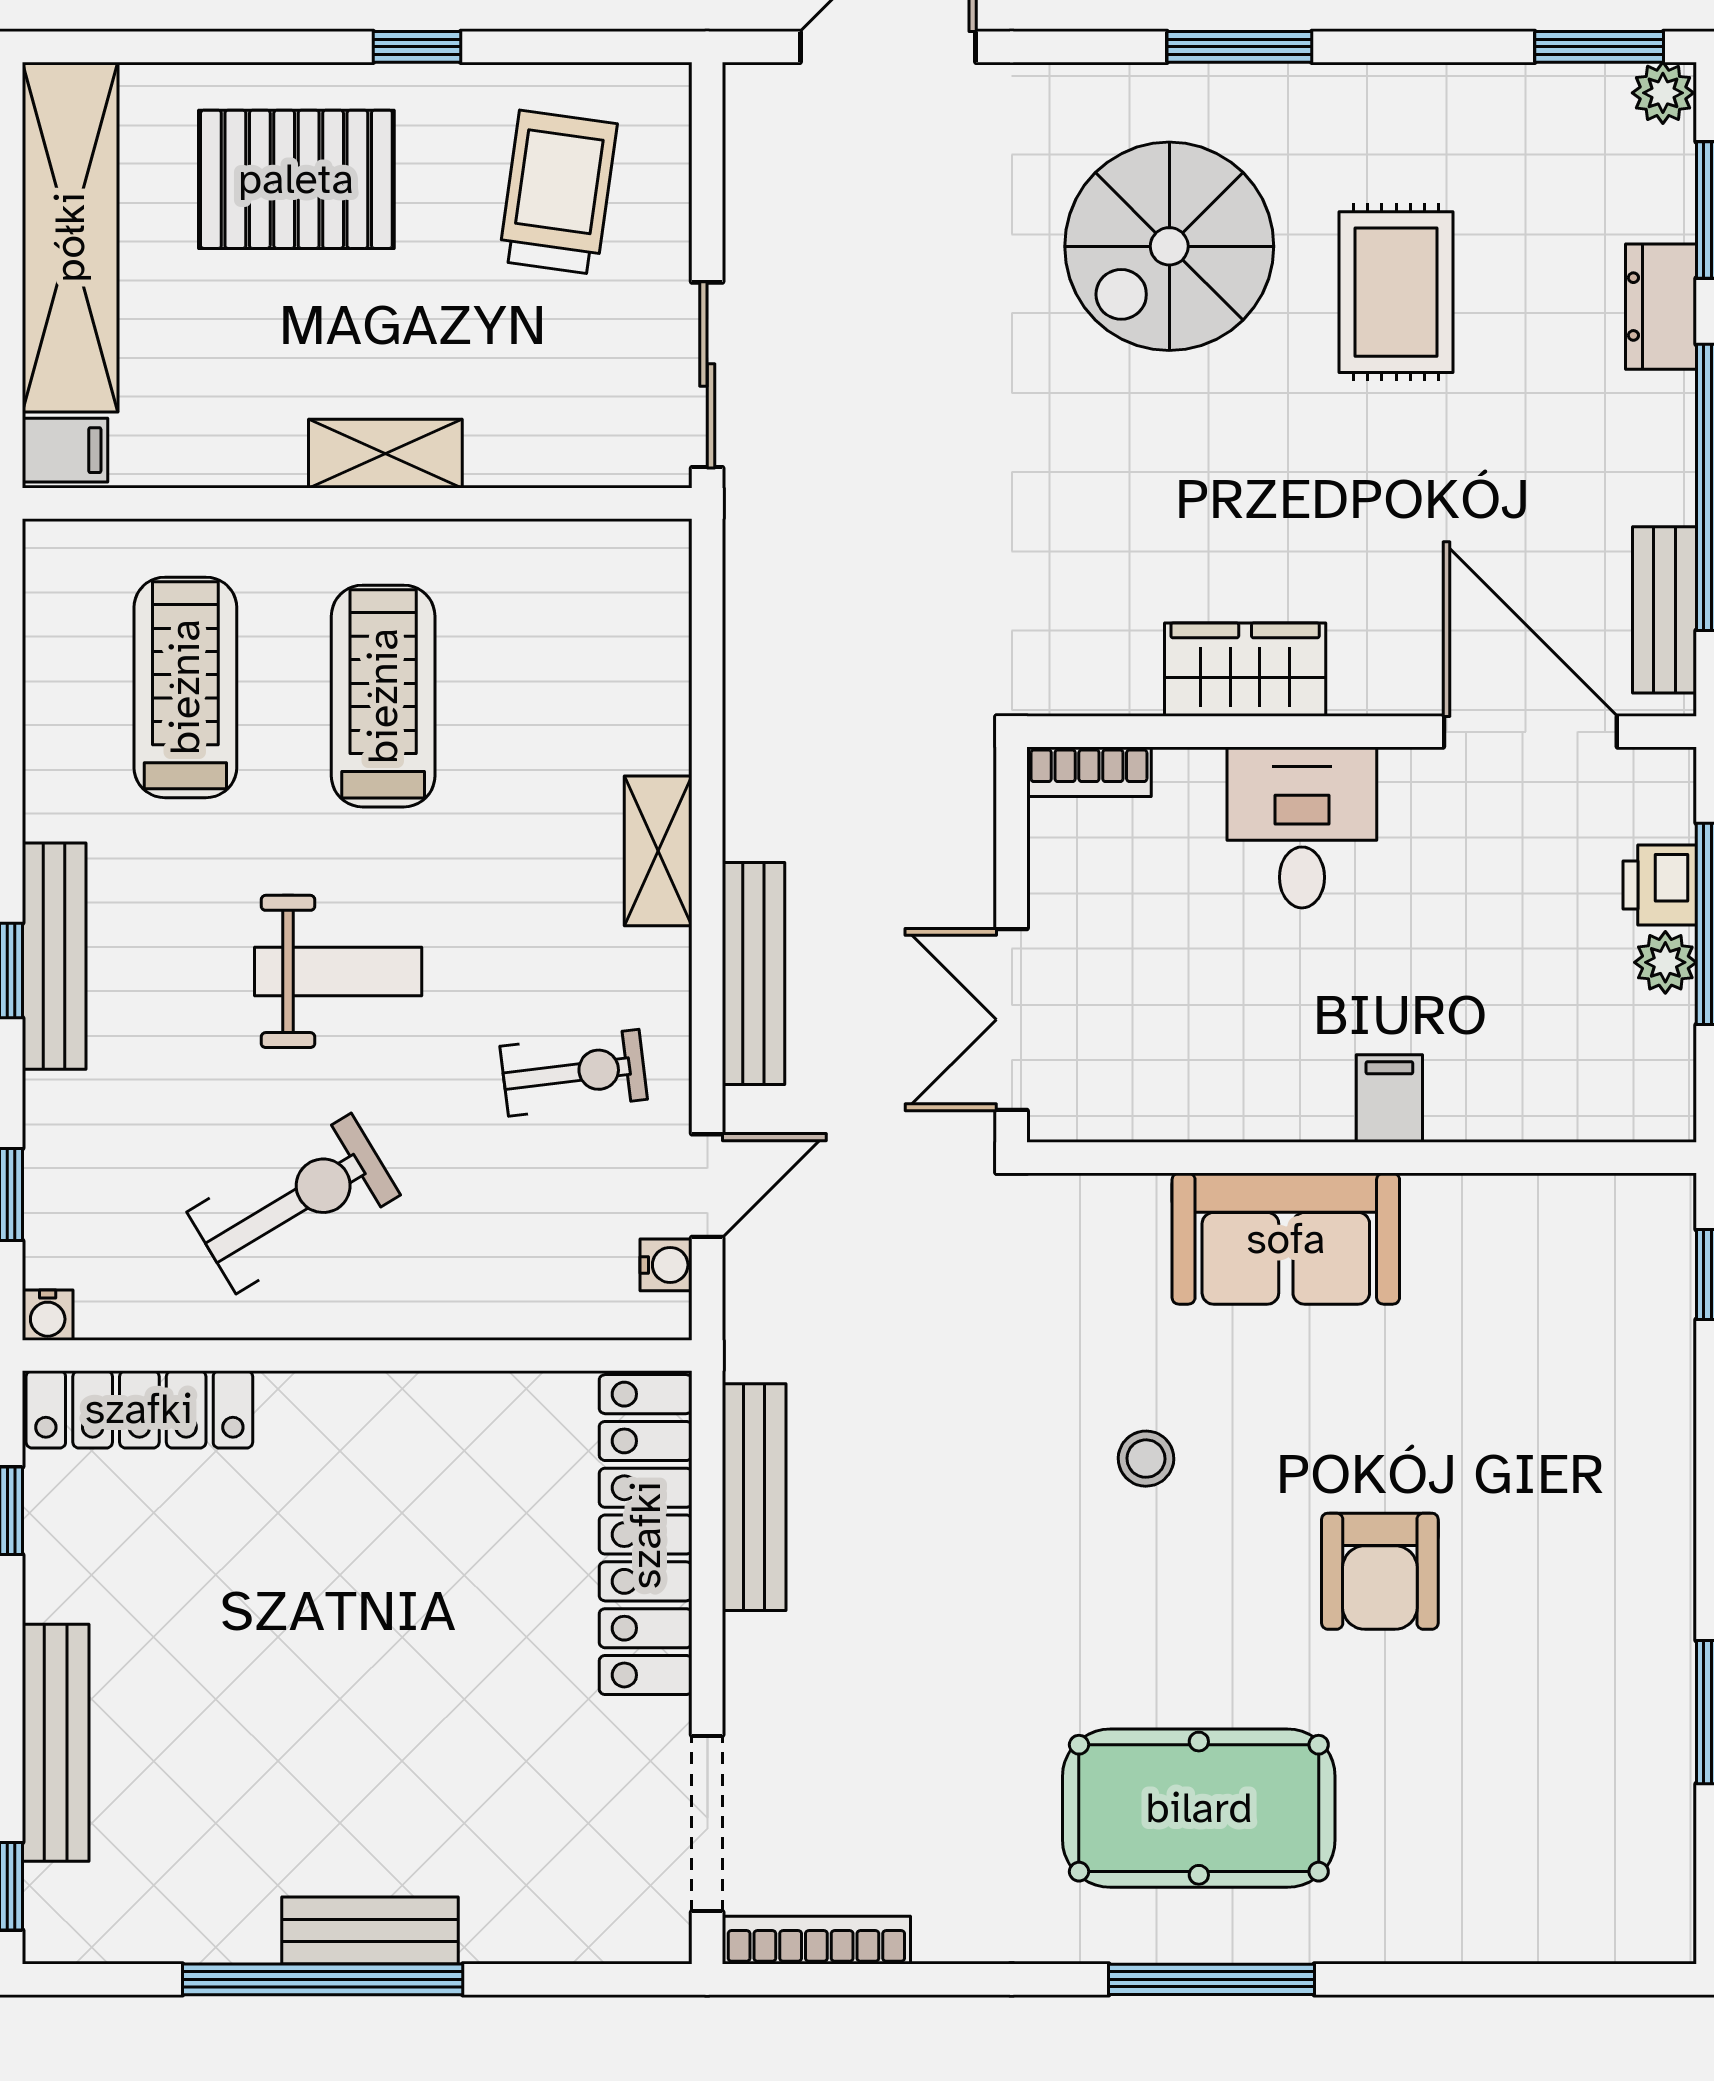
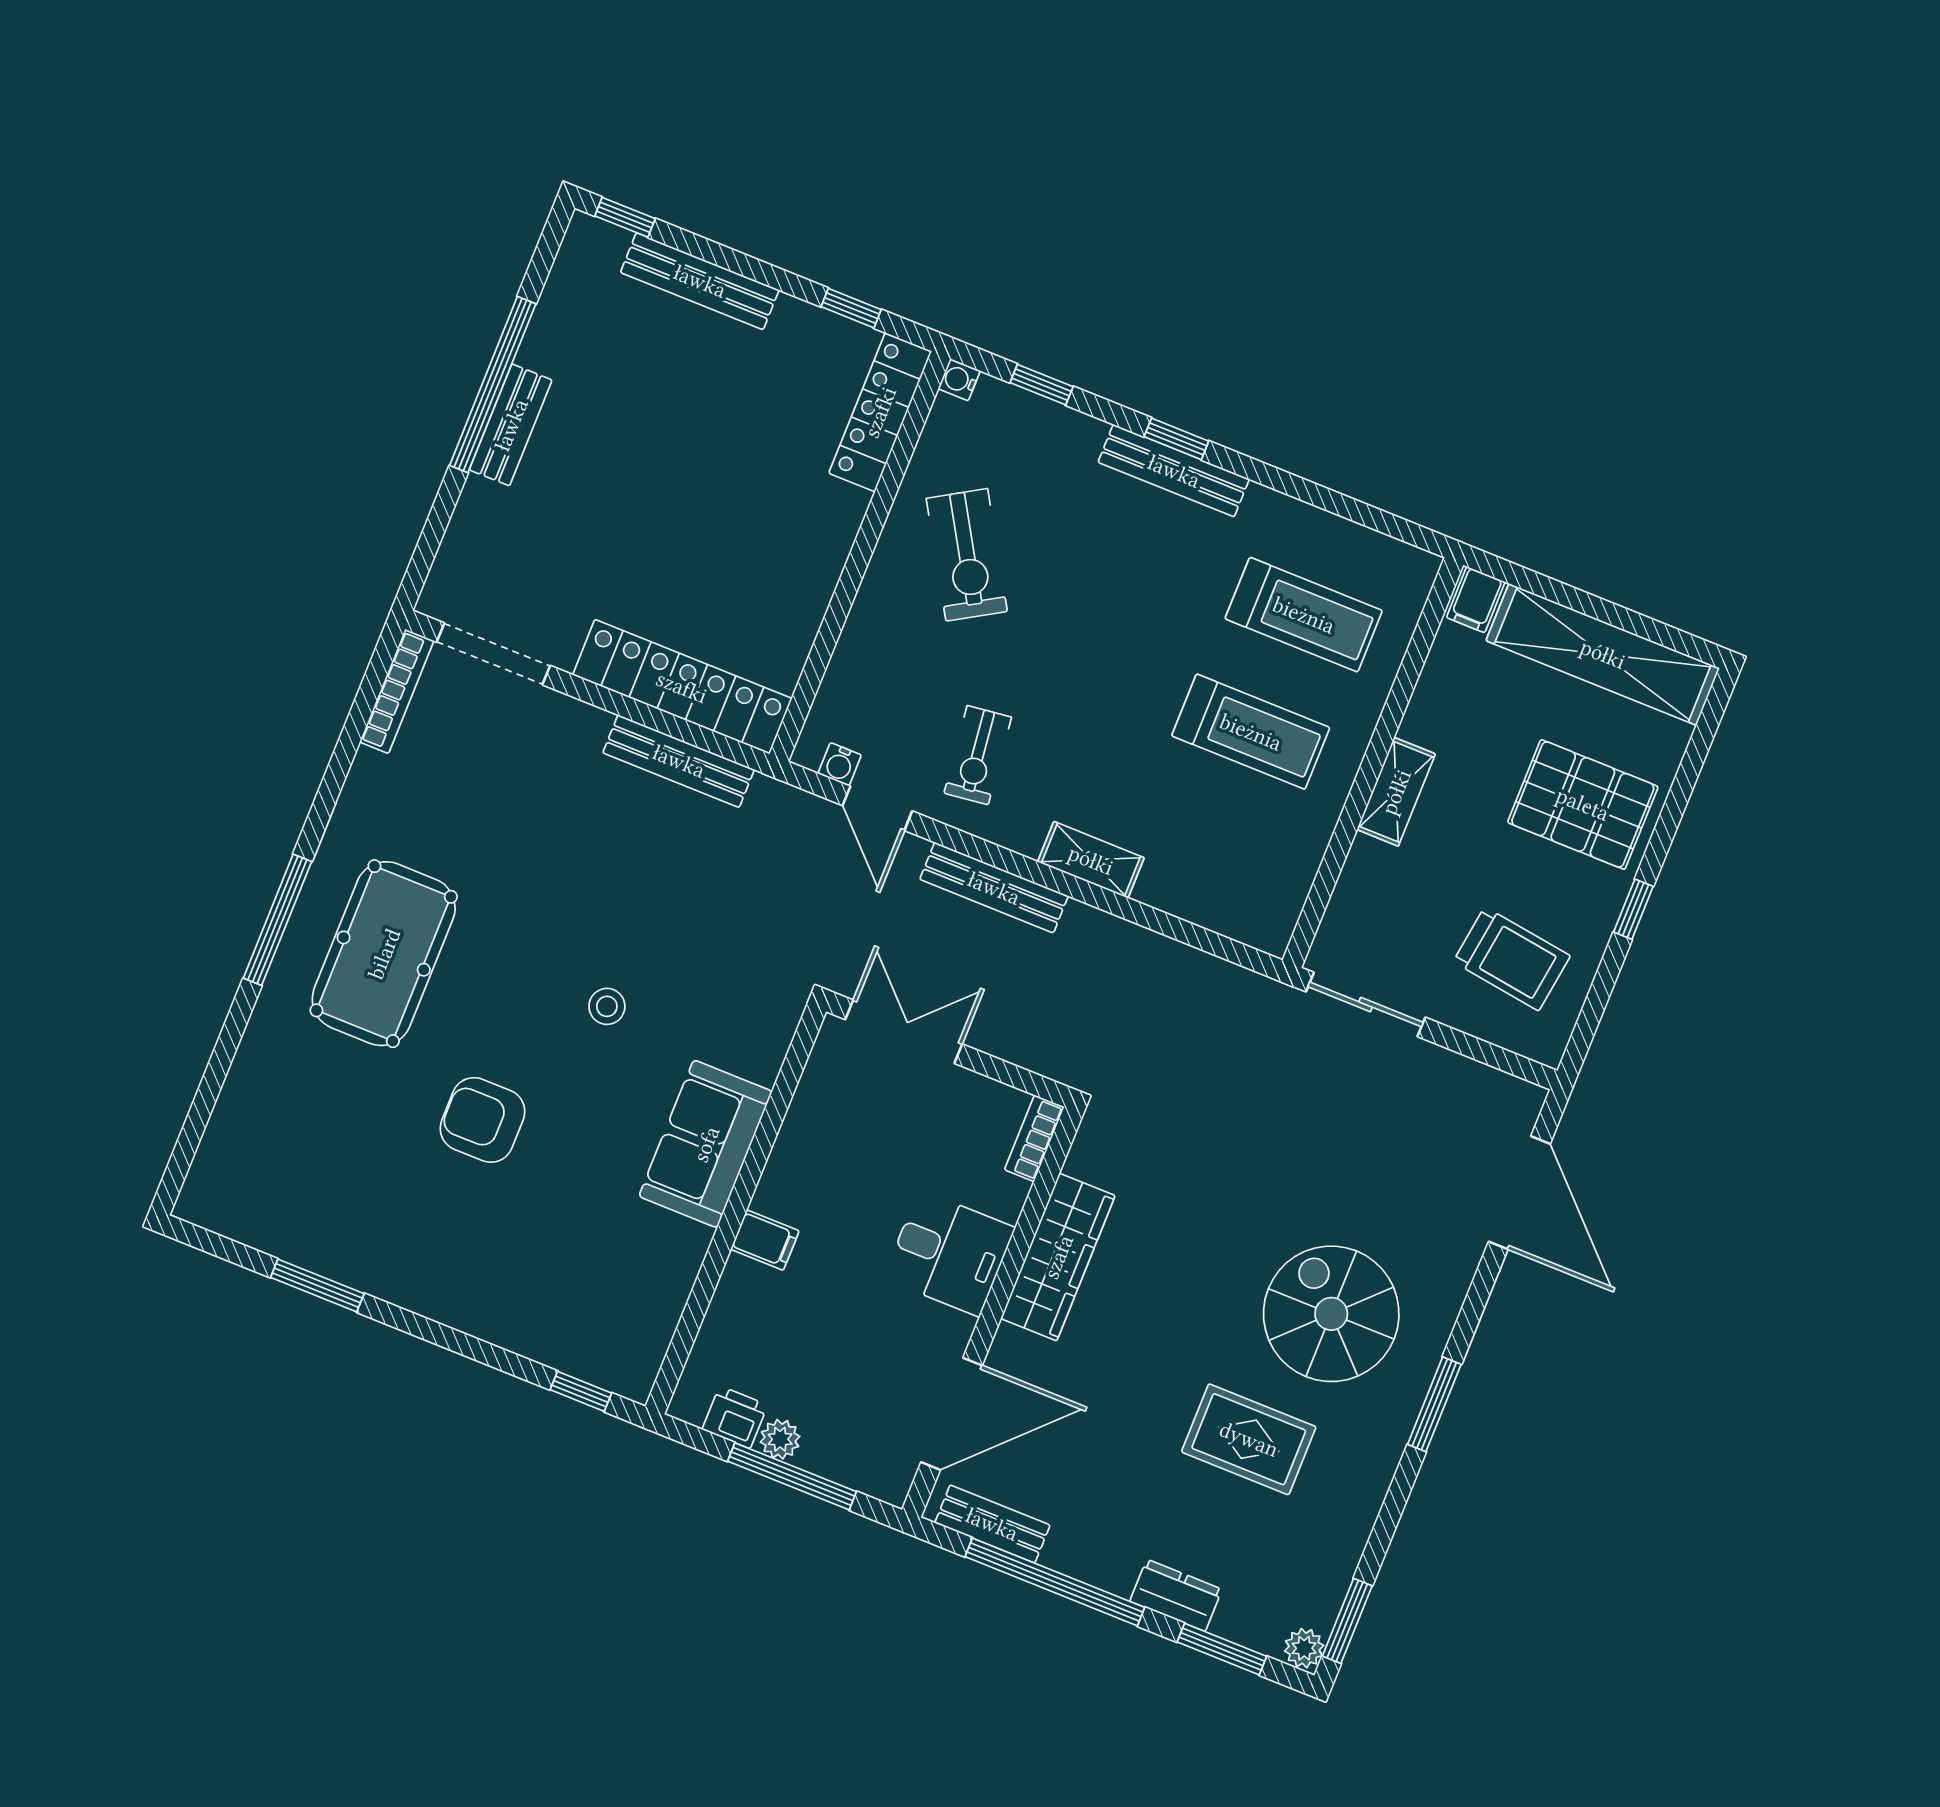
pallet: (296, 179) -> (1583, 804), turned 90
wardrobe: (1245, 670) -> (1058, 1257), width x1.50
printer: (1660, 885) -> (735, 1417), moved
weight bench: (338, 971) -> (1096, 638), removed

